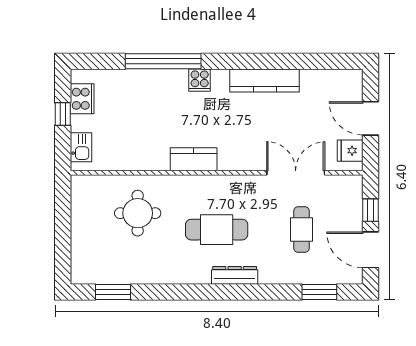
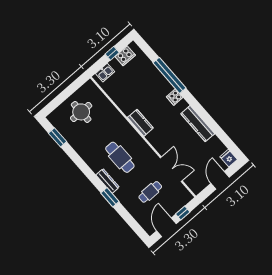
fridge: (350, 151) -> (229, 158), moved
round table: (138, 213) -> (81, 112), moved
window: (319, 292) -> (110, 197), moved

